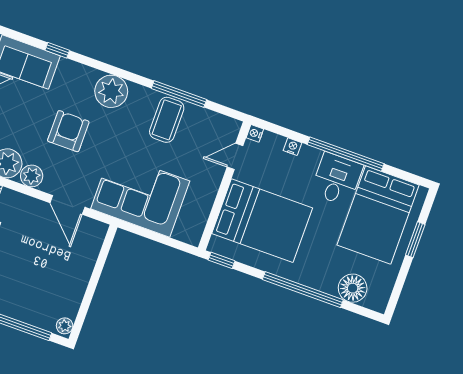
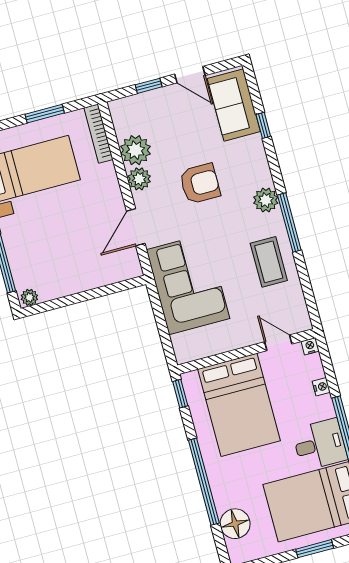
plant: (111, 91) -> (266, 200), width x0.73, depth x0.73
window: (179, 94) -> (289, 223), moved
coffee table: (167, 120) -> (269, 262), turned 90

